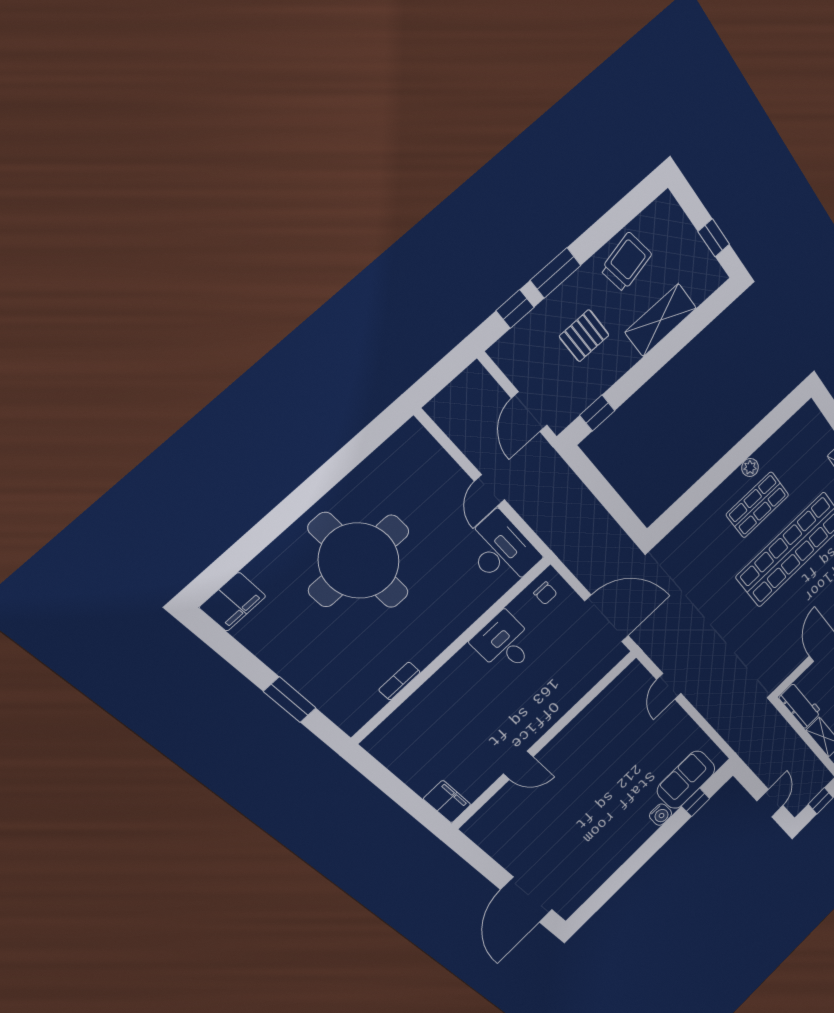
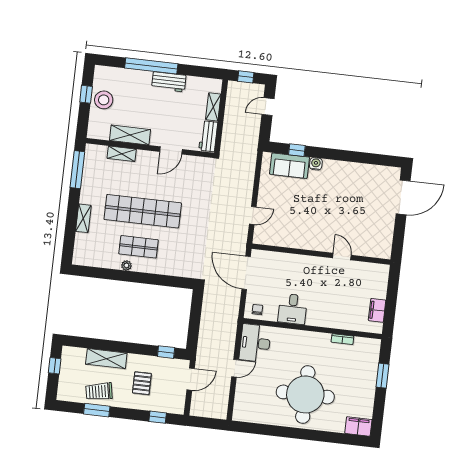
window: (556, 273) -> (97, 410), moved
pallet: (584, 336) -> (142, 383), turned 90
filing cabinet: (447, 802) -> (377, 310), moved

